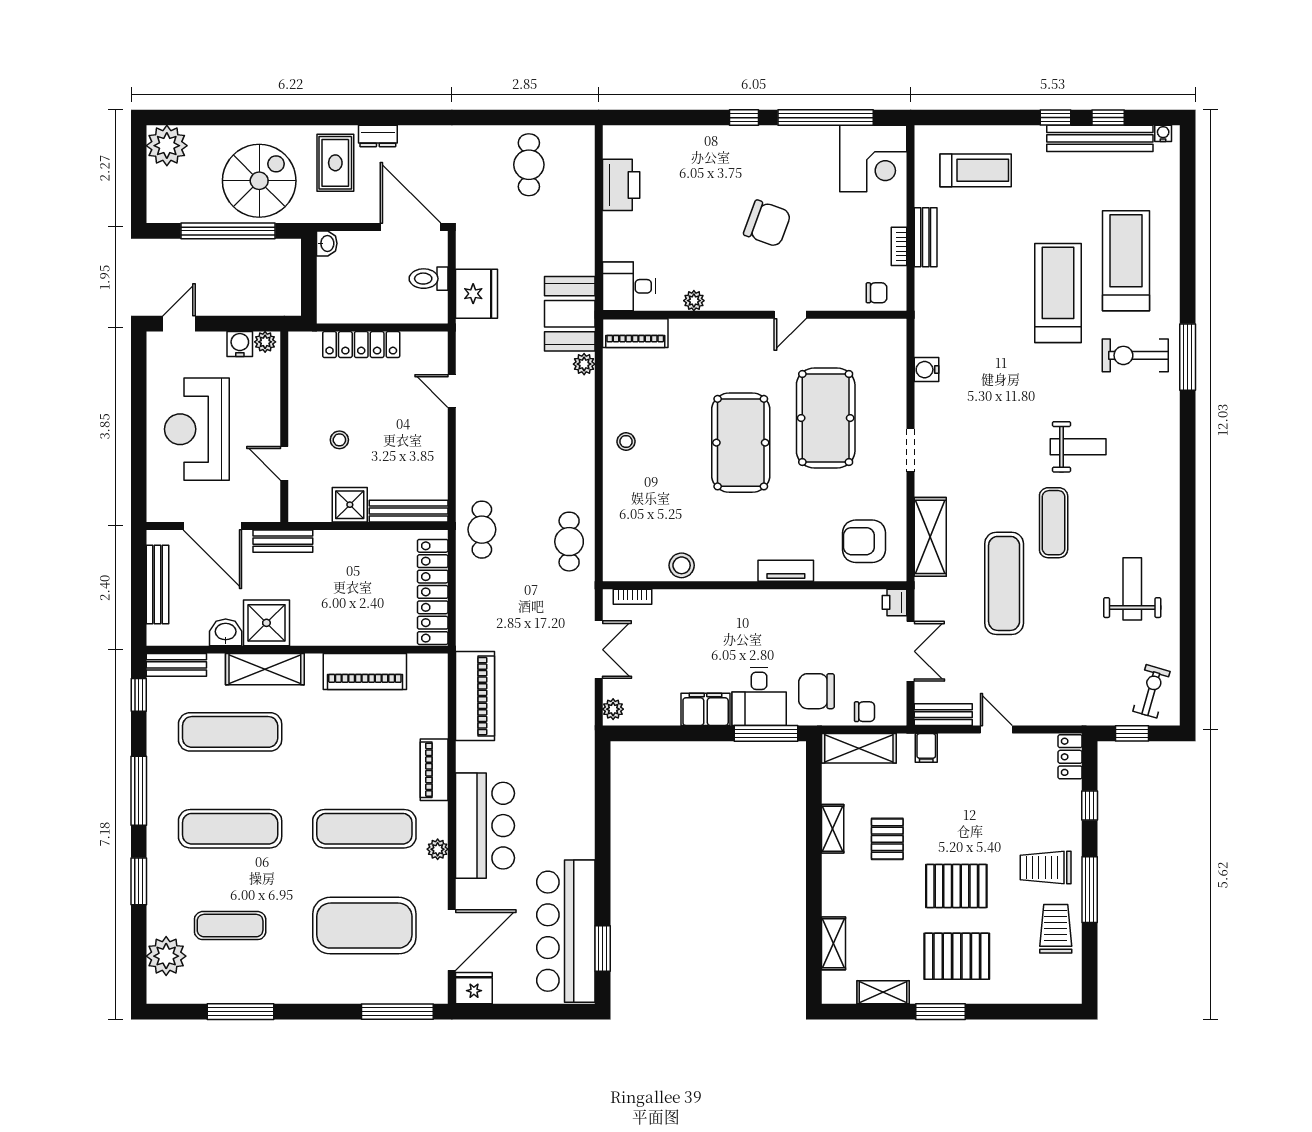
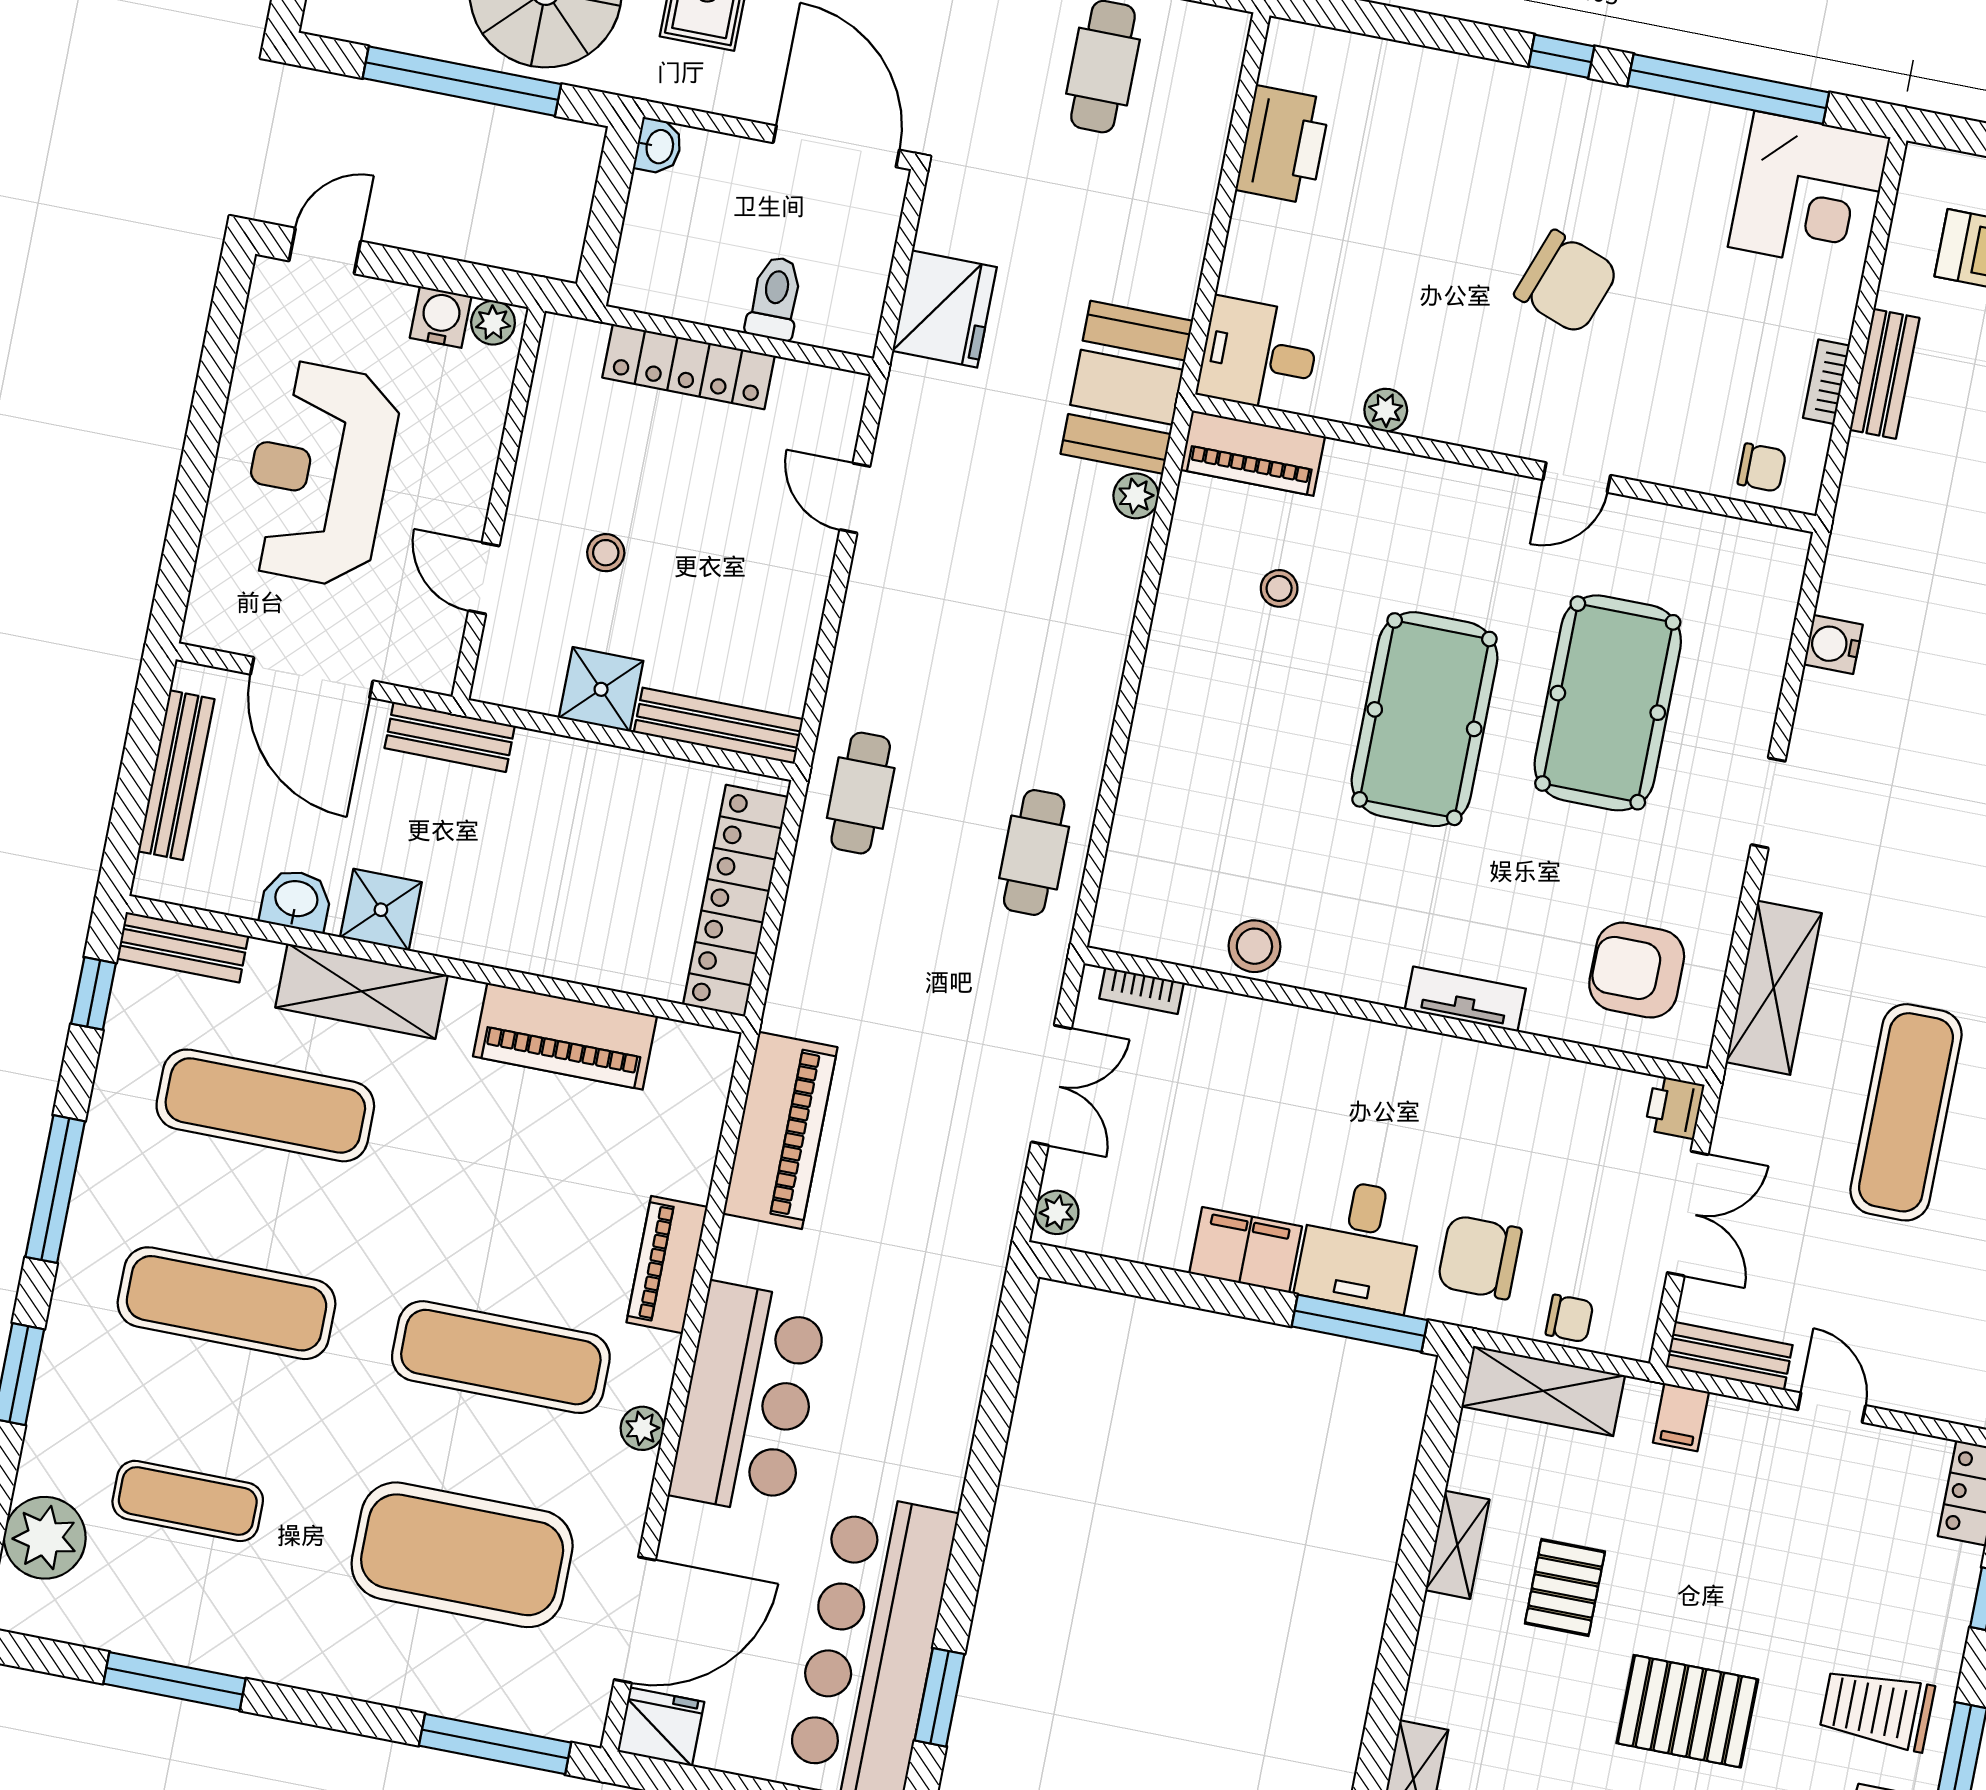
toilet: (429, 279) -> (775, 298), moved, turned 90
stool: (626, 441) -> (1279, 588), moved
shower: (266, 623) -> (381, 910), width x0.73, depth x0.73

